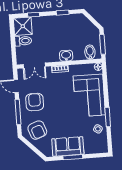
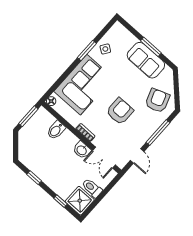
bidet: (90, 52) -> (56, 130), moved
washbasin: (66, 56) -> (82, 150), moved
double door: (34, 65) -> (104, 158), swing flipped
armchair: (35, 102) -> (120, 111), moved, turned 180

